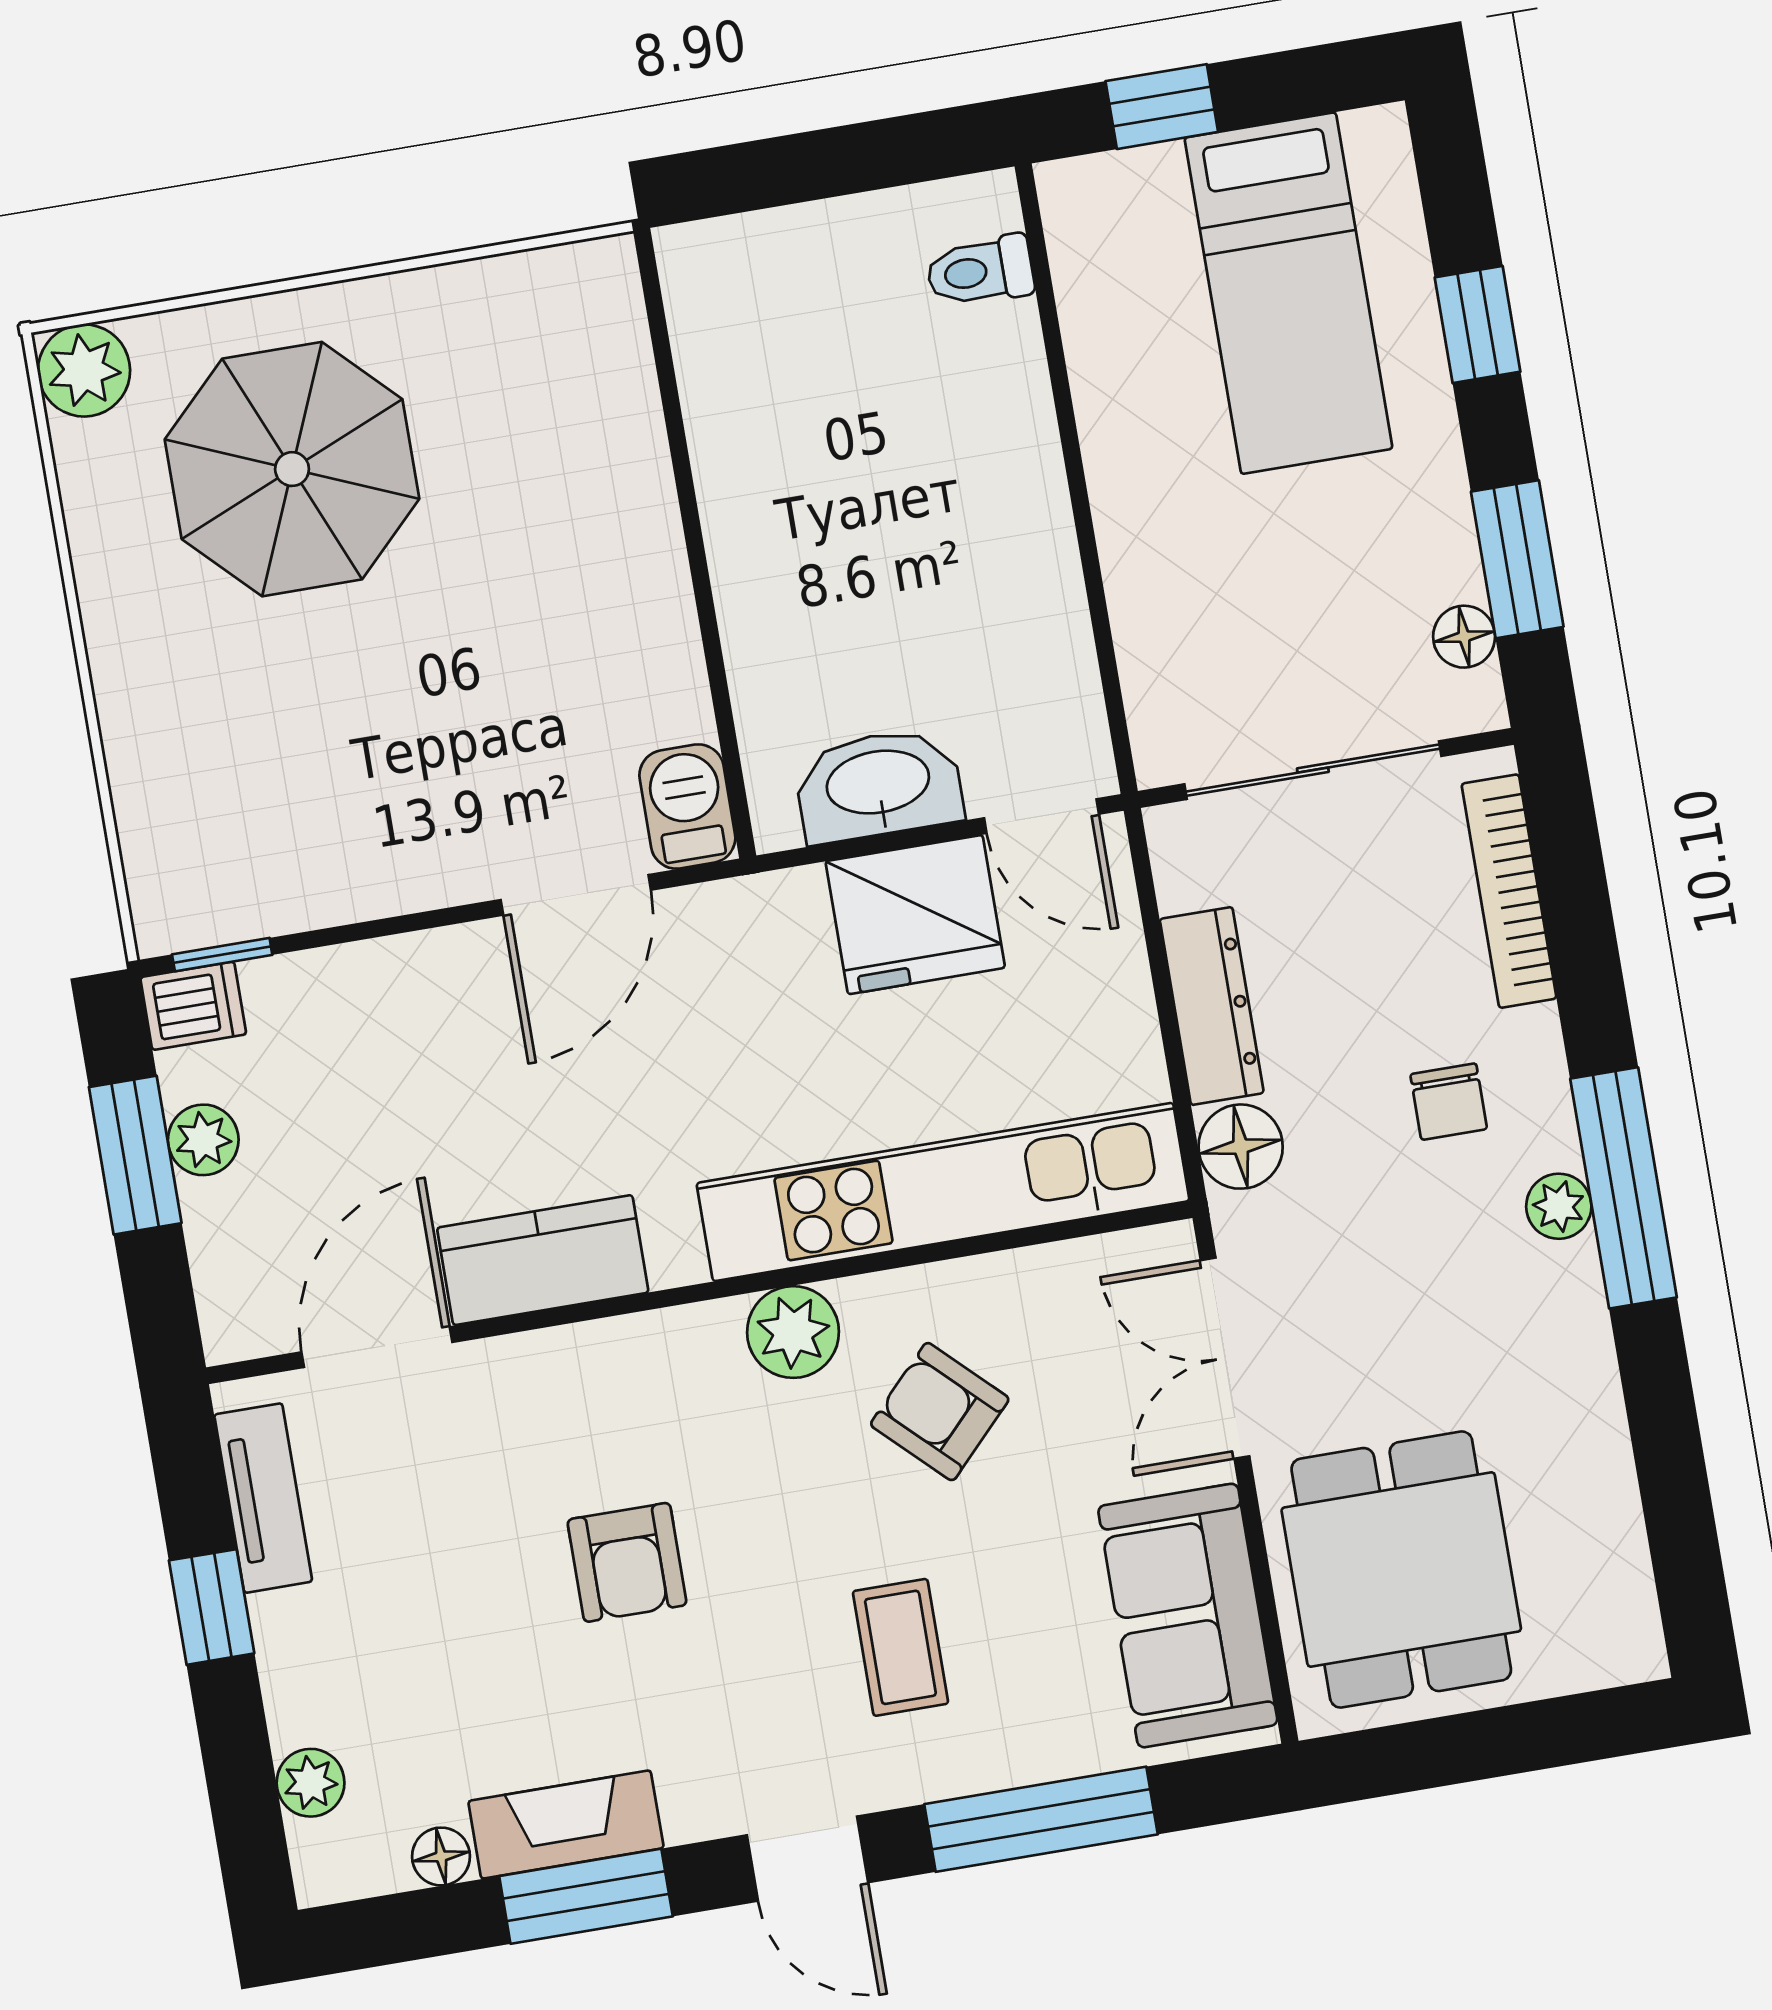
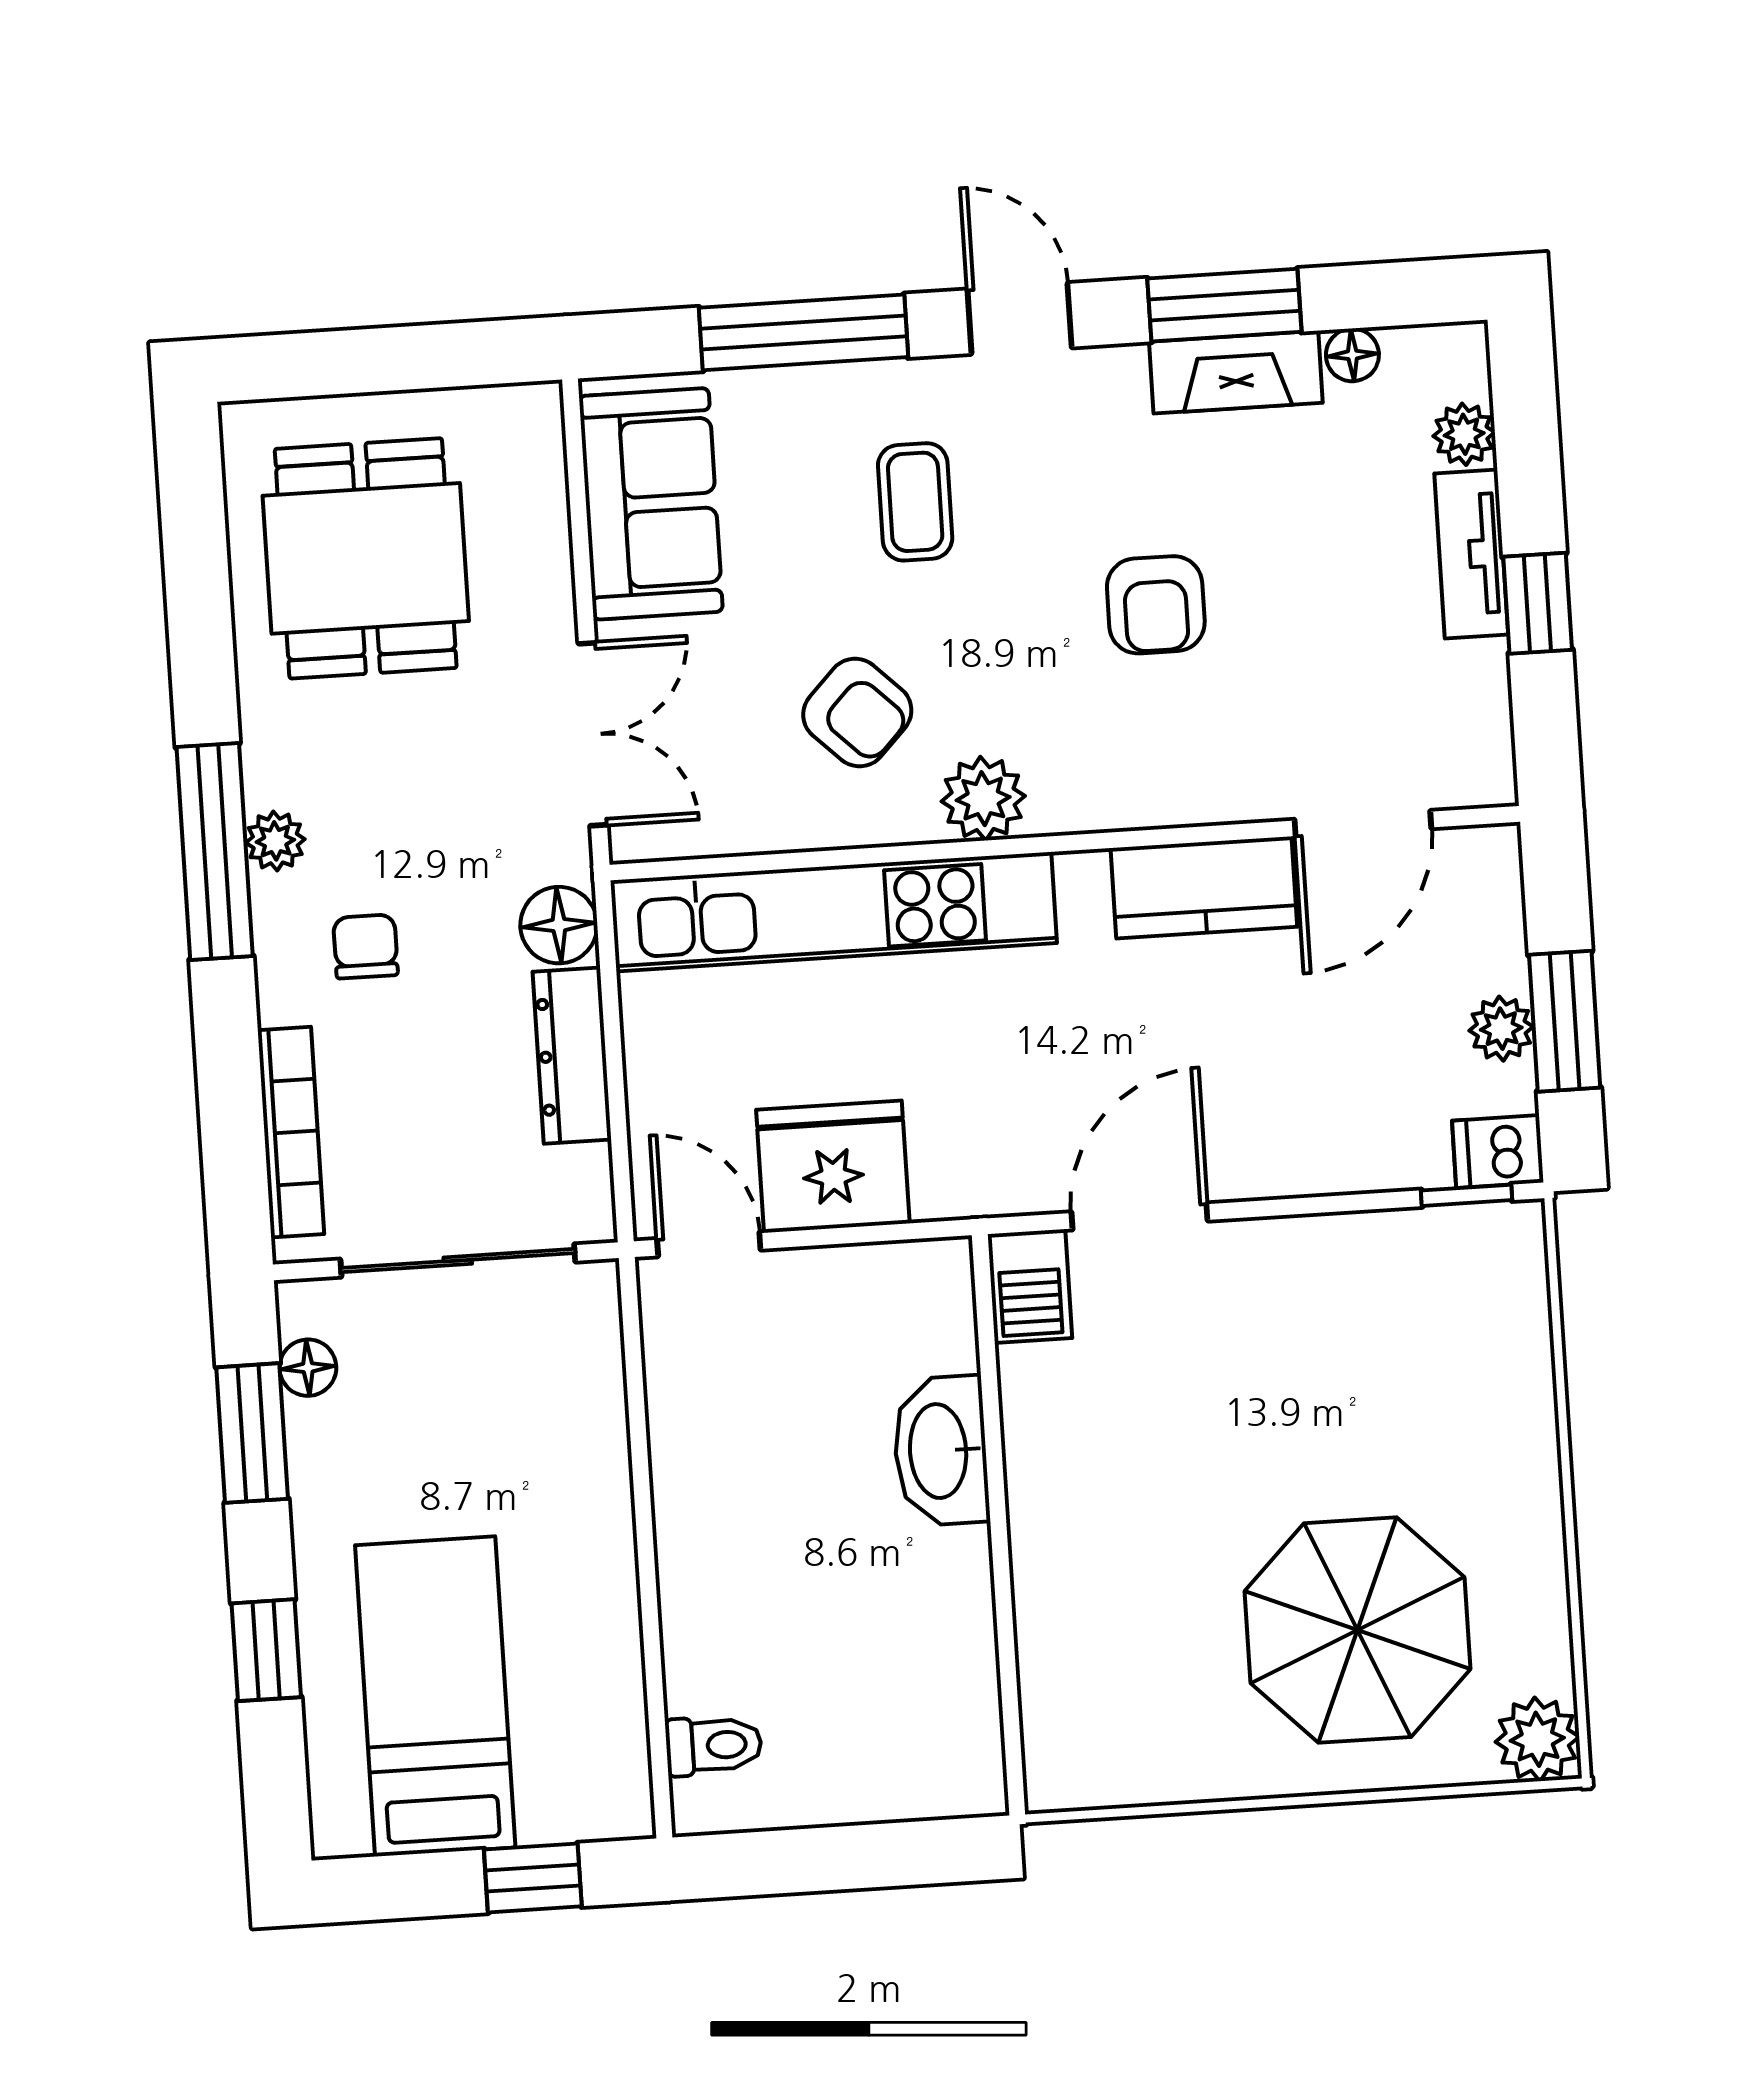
washbasin: (878, 785) -> (941, 1451), moved, turned 90
tv unit: (263, 1498) -> (1471, 554), moved
armchair: (627, 1562) -> (1156, 605), turned 180
dining table: (1401, 1570) -> (366, 558), moved

